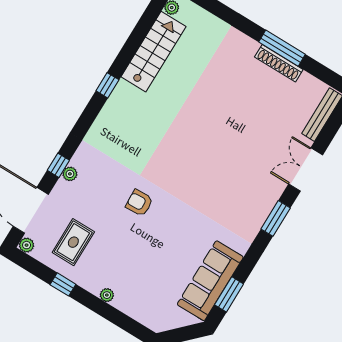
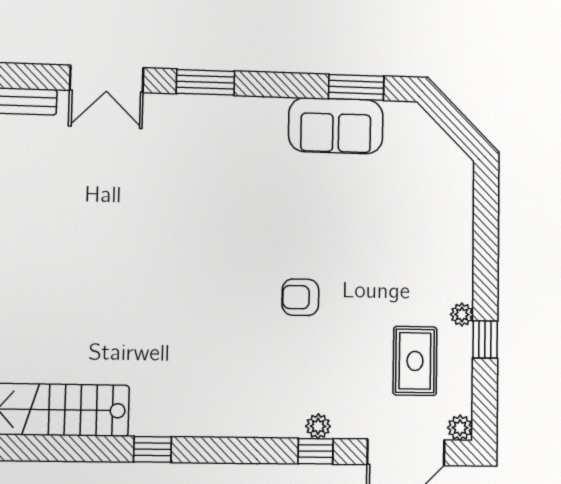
armchair: (139, 203) -> (300, 297), turned 93
rug: (73, 242) -> (415, 361), turned 90
sofa: (210, 281) -> (336, 126), width x0.73
plant: (107, 295) -> (462, 315), moved

